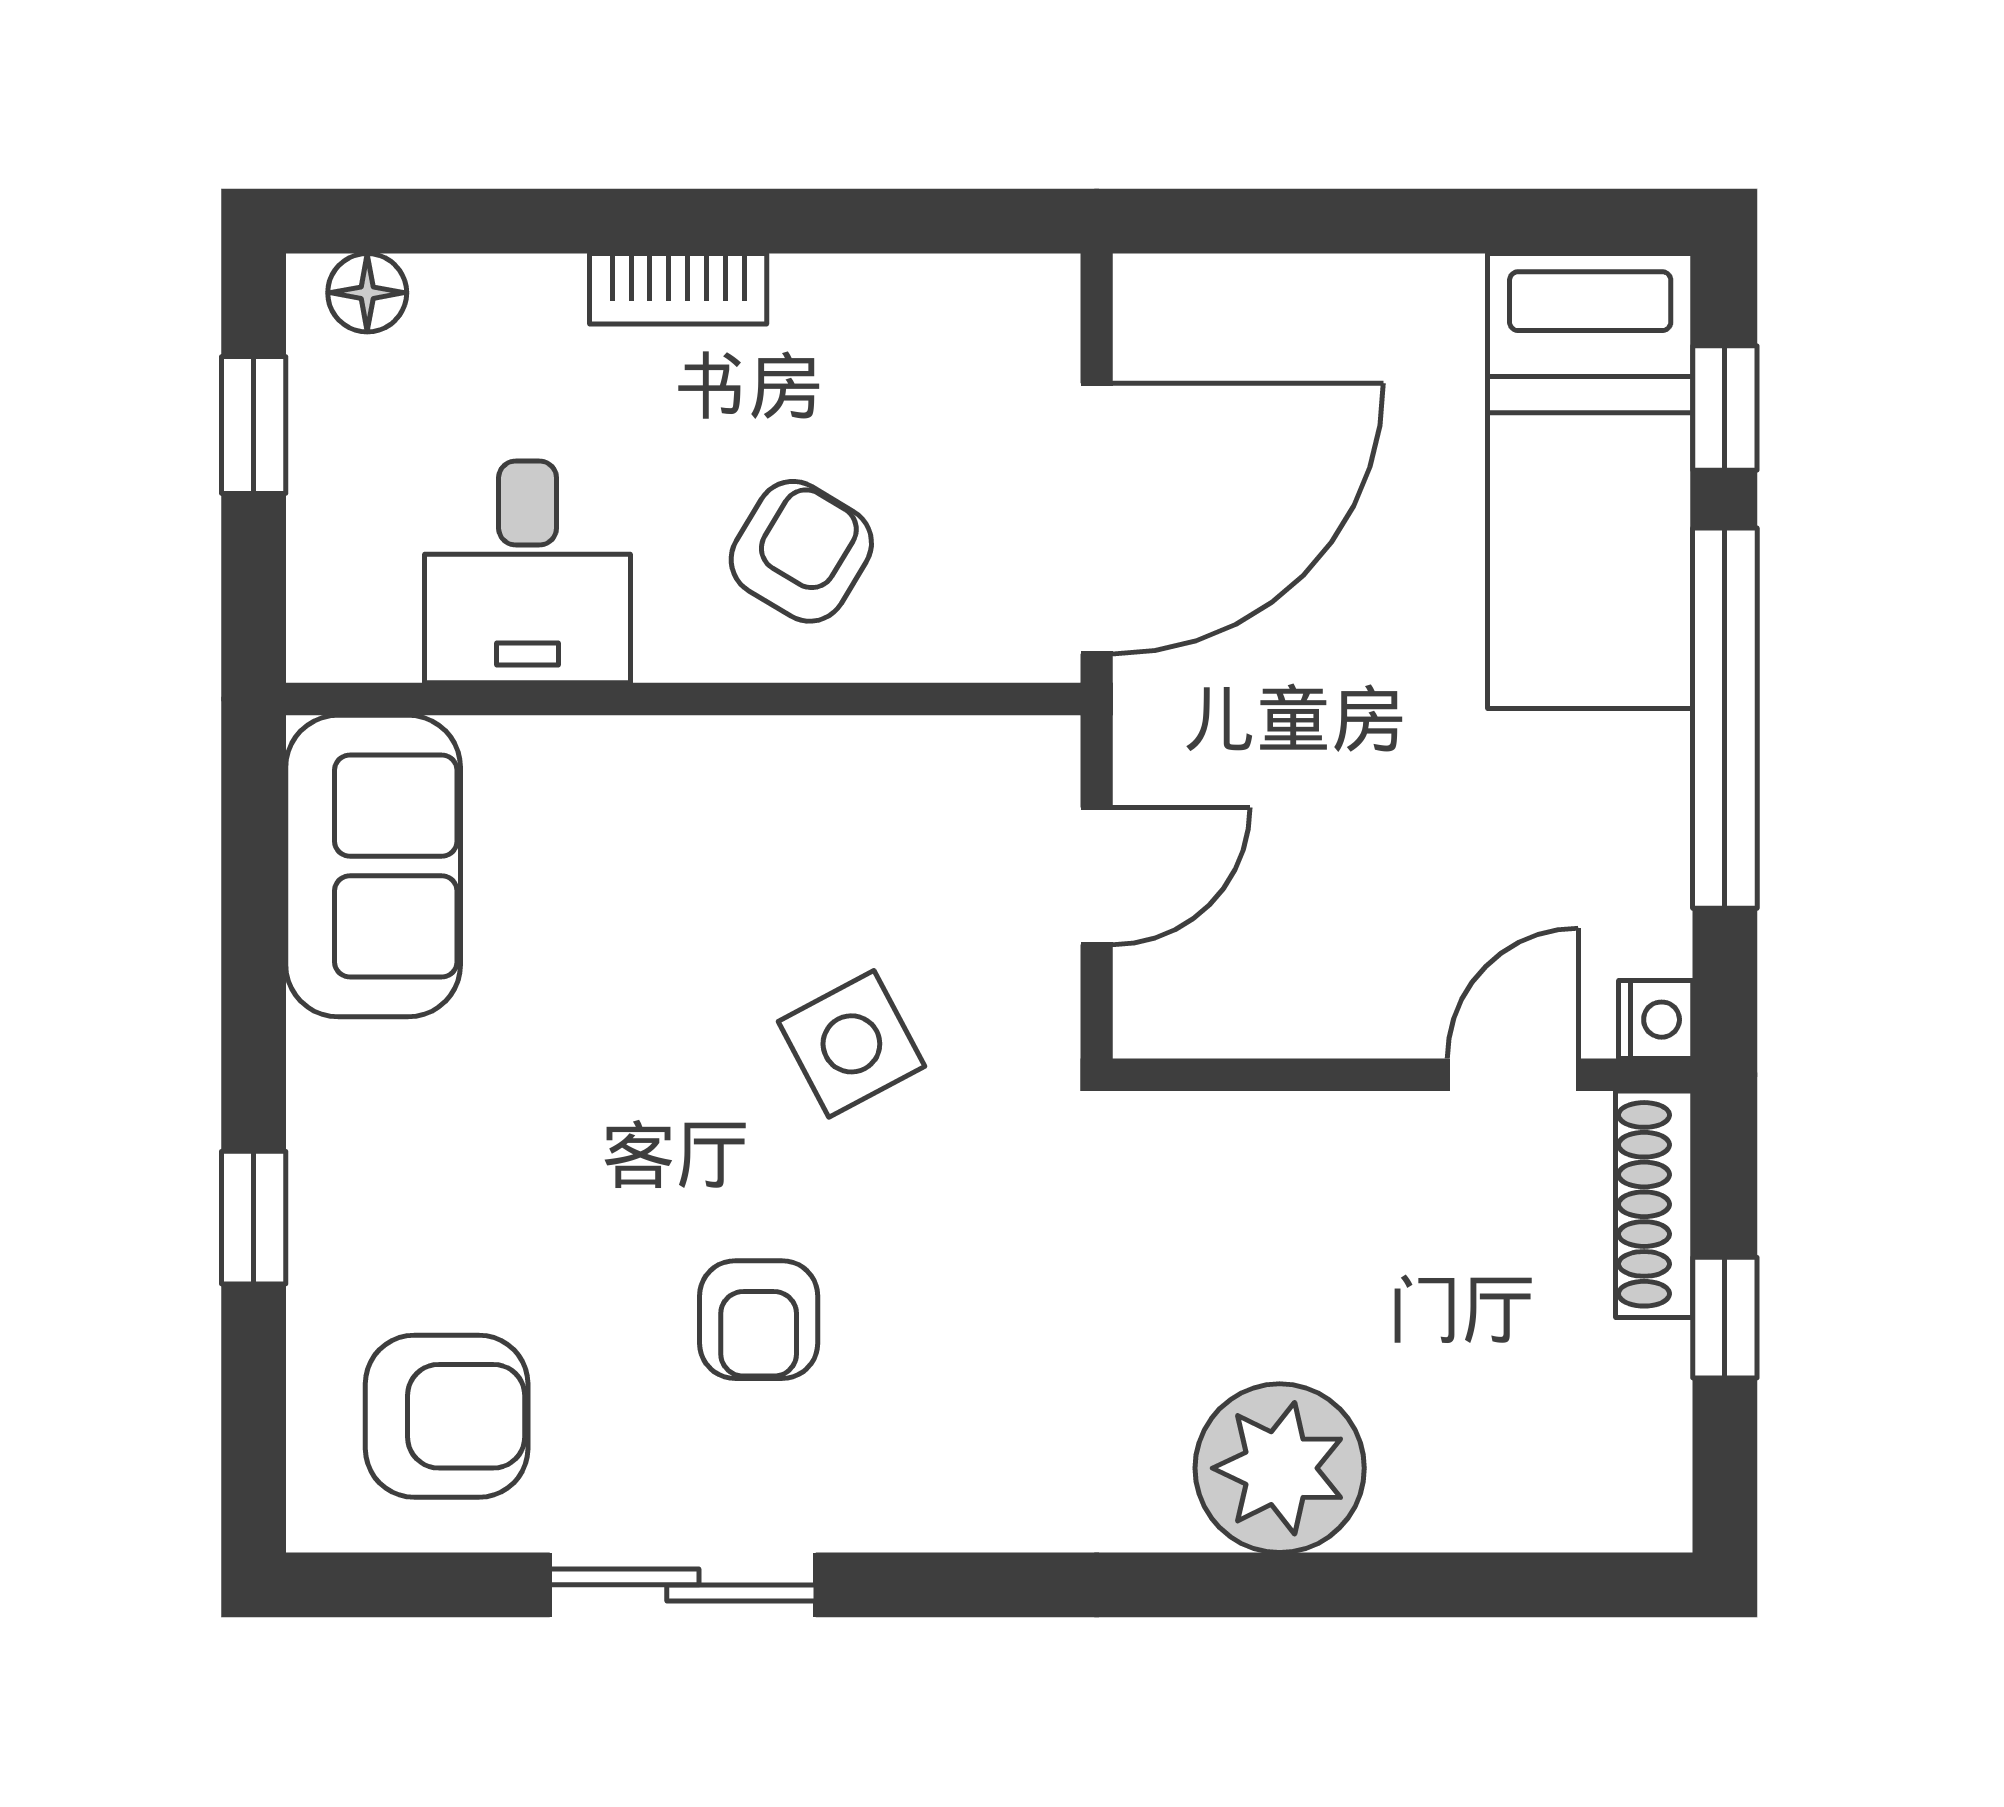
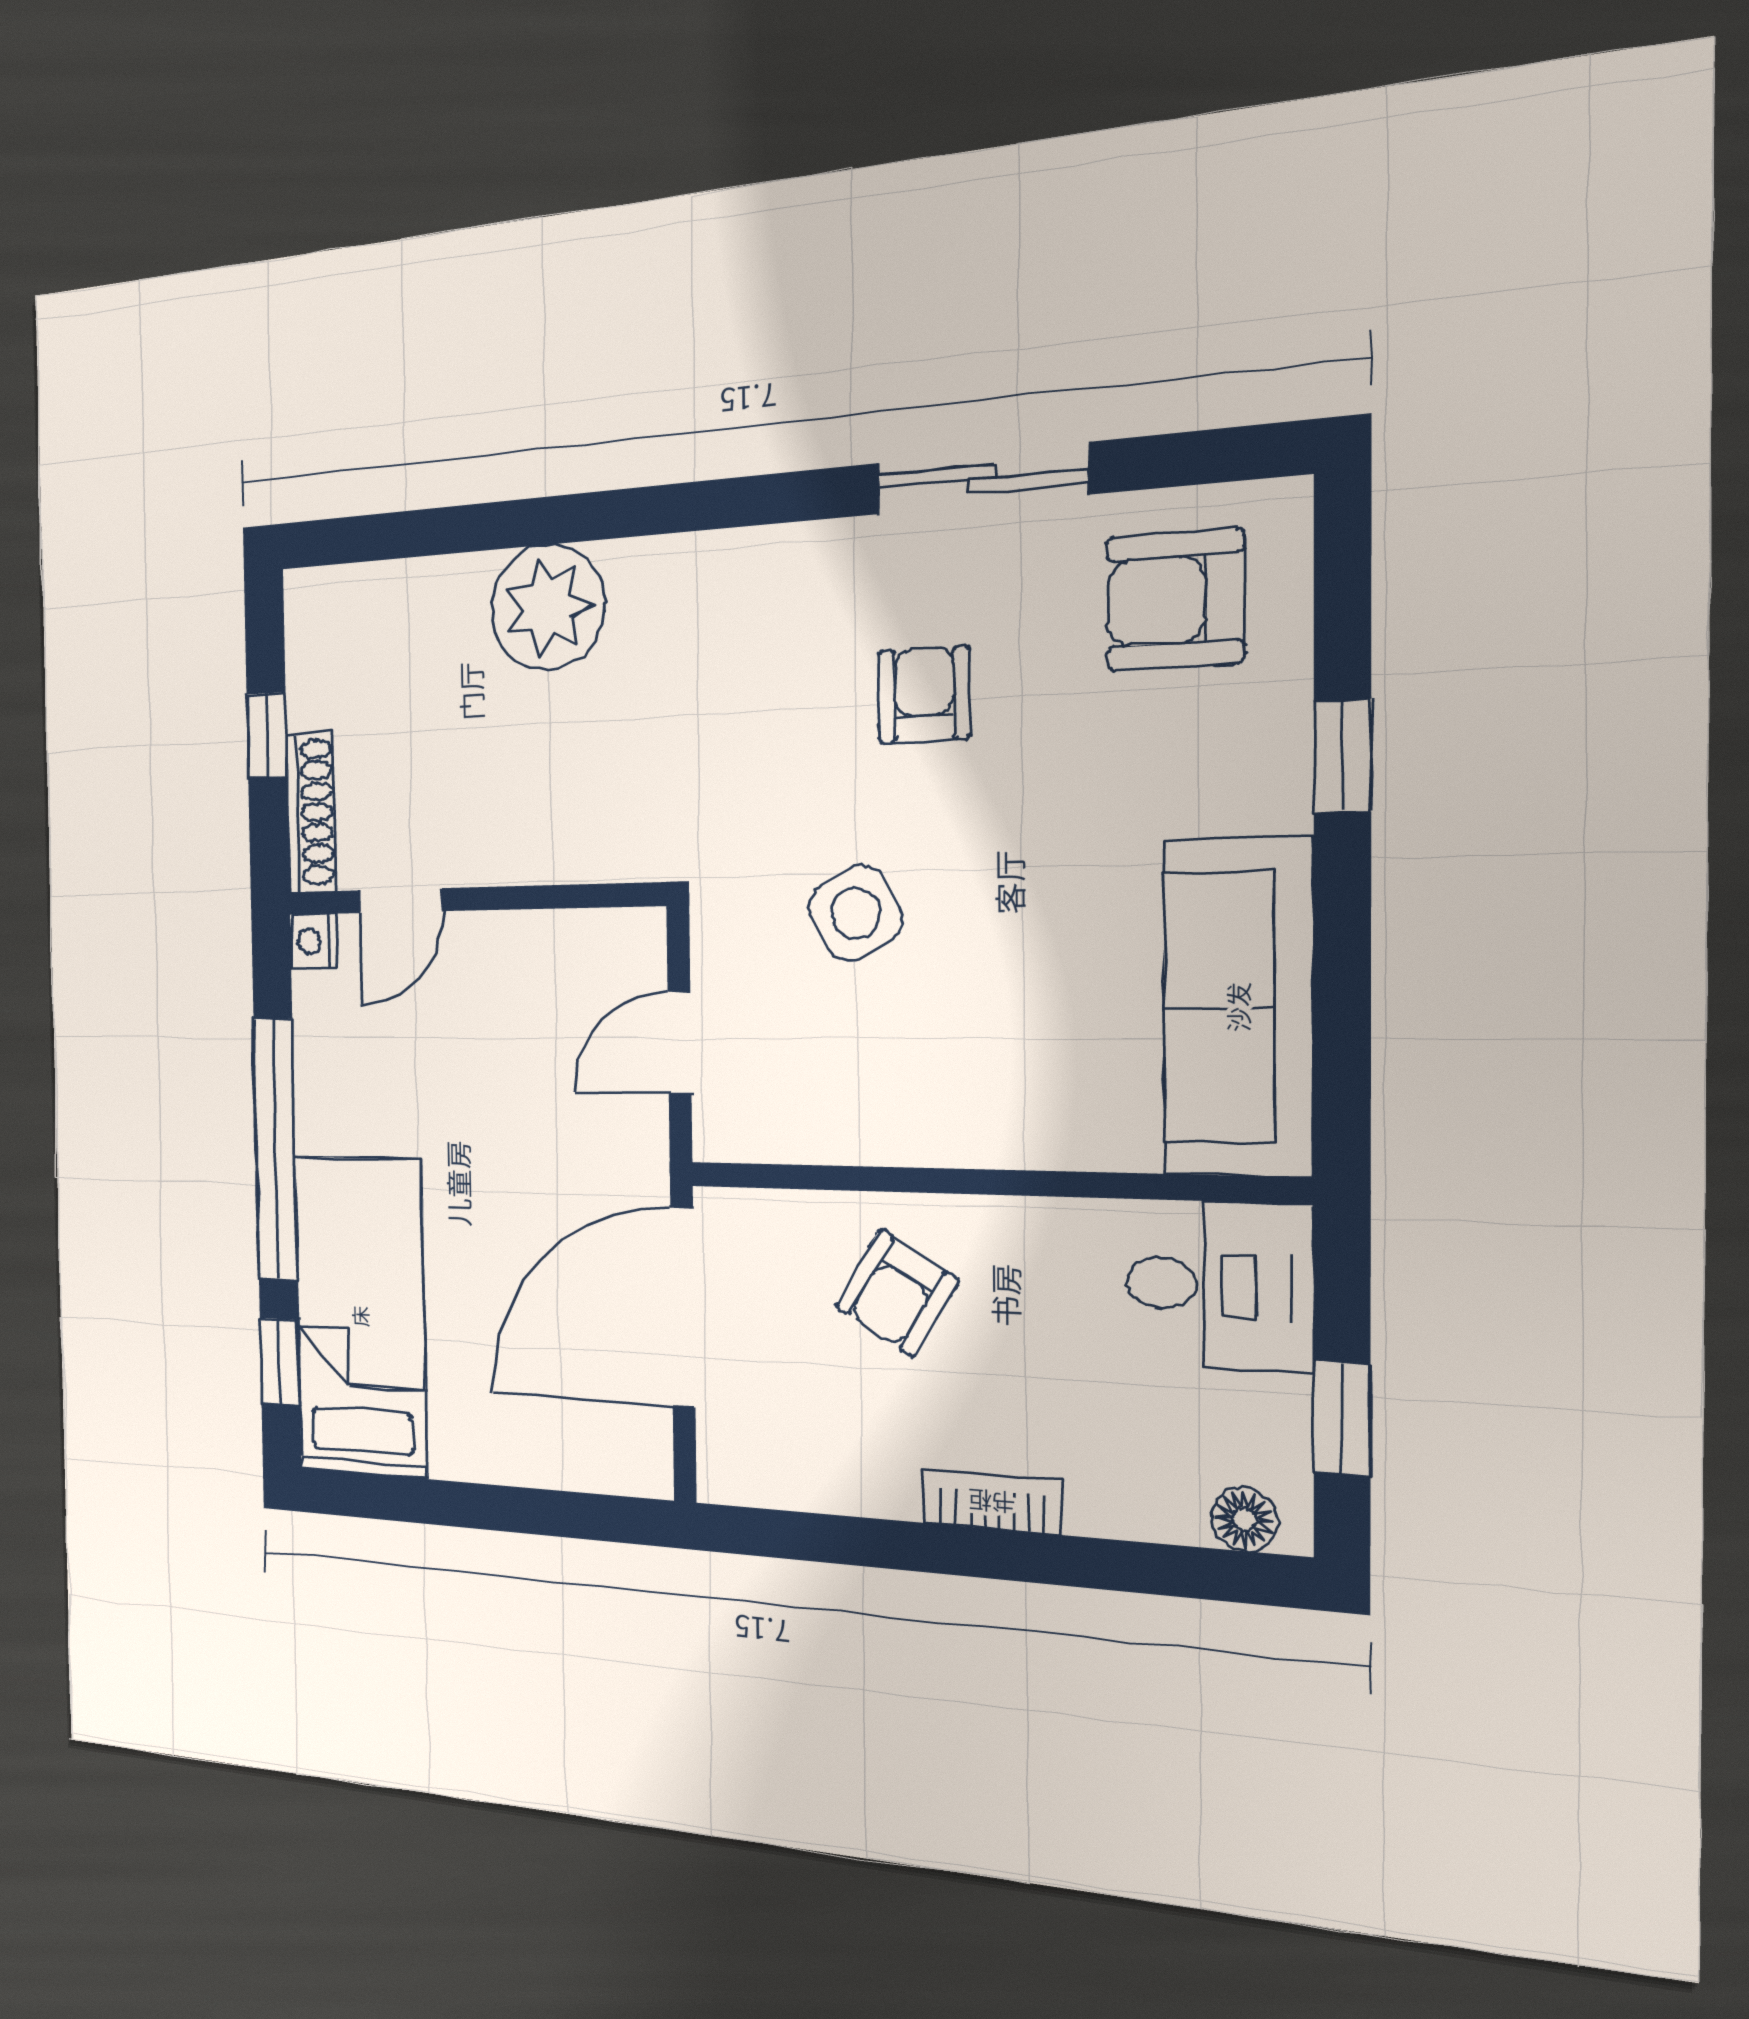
desk: (528, 572) -> (1219, 1285), moved, turned 90
sofa: (373, 866) -> (1238, 1007), width x1.36

